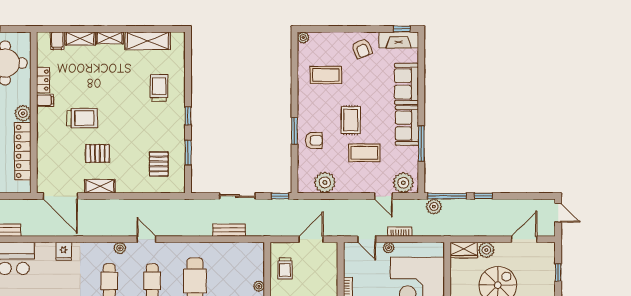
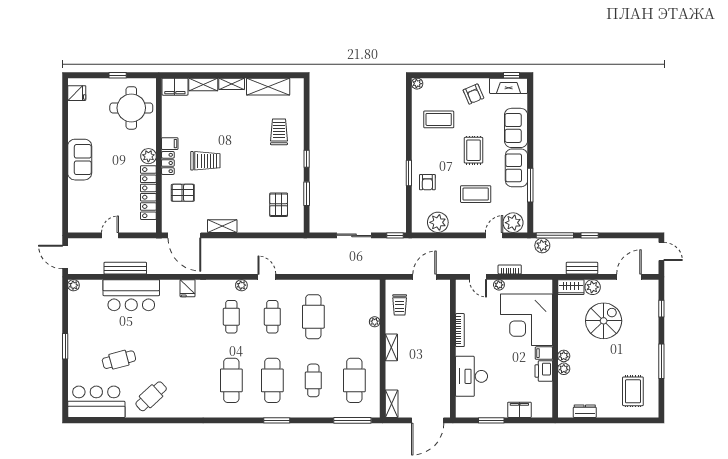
filing cabinet: (57, 41) -> (175, 87), width x2.00
locker: (43, 80) -> (168, 163), moved
rug: (351, 120) -> (474, 150), moved
armchair: (314, 140) -> (427, 182), turned 90
pallet: (98, 153) -> (183, 193), moved
door: (384, 196) -> (494, 235), swing flipped
bench: (229, 230) -> (582, 268), moved

